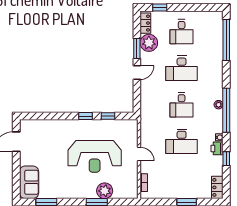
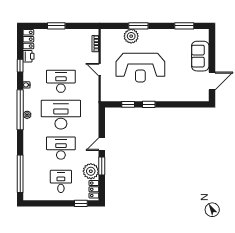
desk: (182, 105) -> (61, 115), width x1.87, depth x1.30
printer: (217, 148) -> (29, 56), moved
reception desk: (95, 156) -> (140, 68), turned 180
sofa: (29, 182) -> (200, 56), moved

